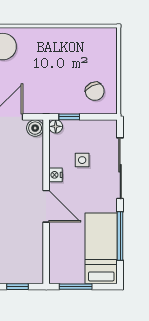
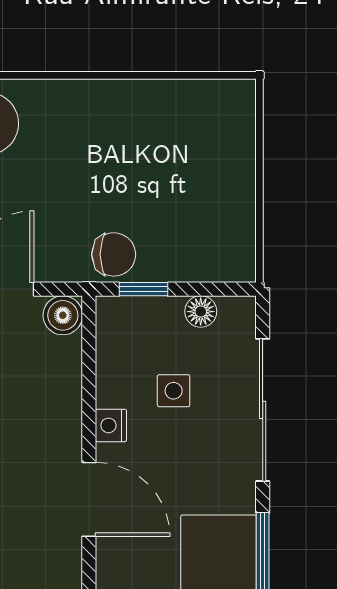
chair: (95, 91) -> (114, 254), moved, turned -64
floor lamp: (56, 126) -> (201, 312), moved

